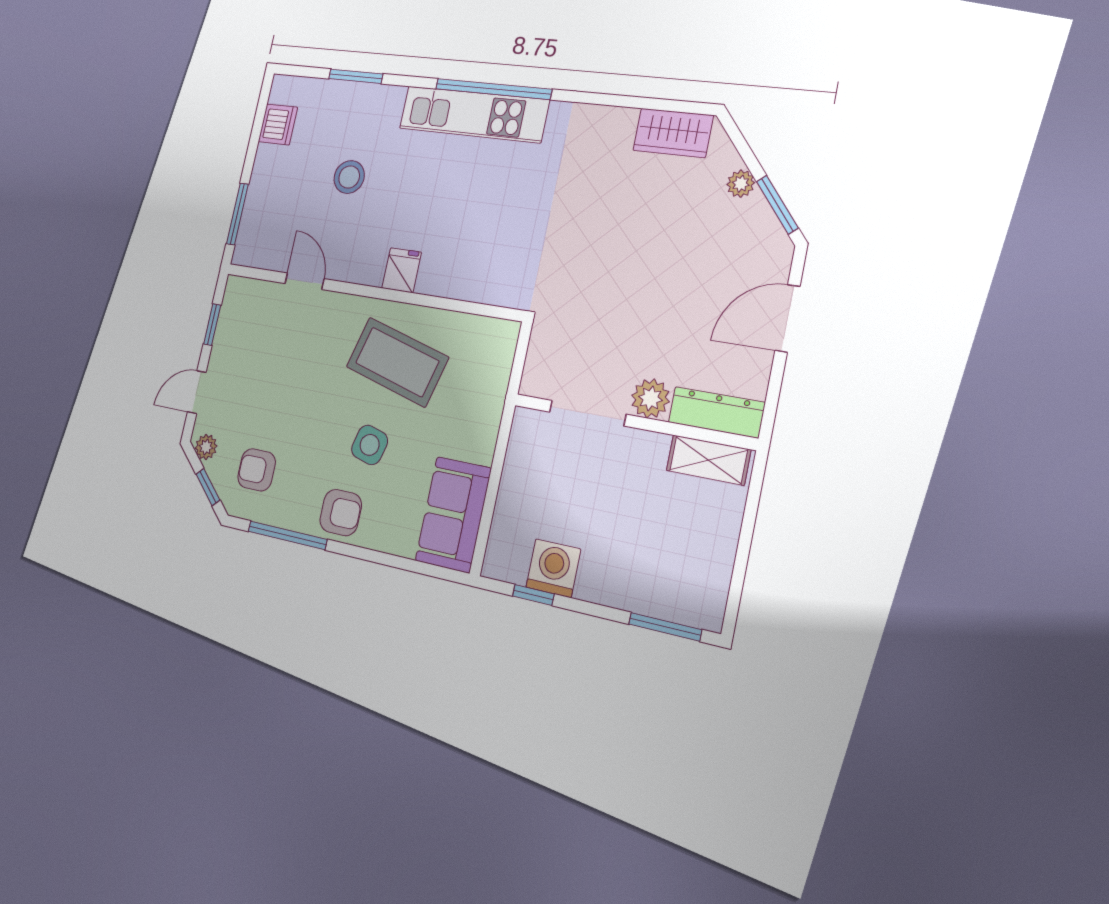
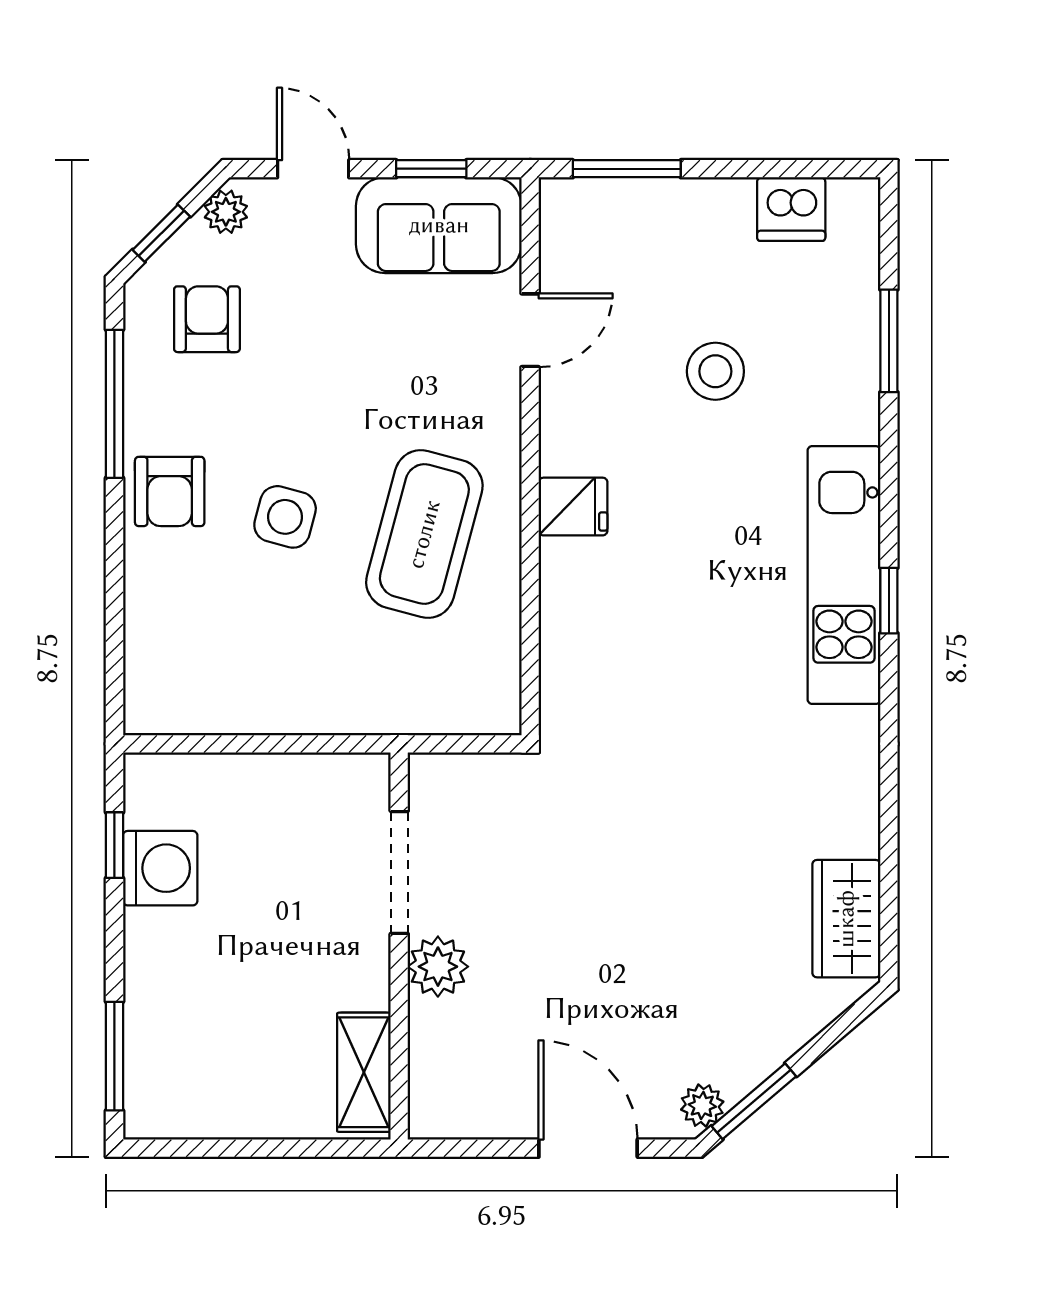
window: (493, 89) -> (889, 601), width x0.32
plant: (741, 184) -> (702, 1106), moved
dresser: (716, 412) -> (435, 1070), removed
sofa: (453, 514) -> (439, 225), moved, turned 180

